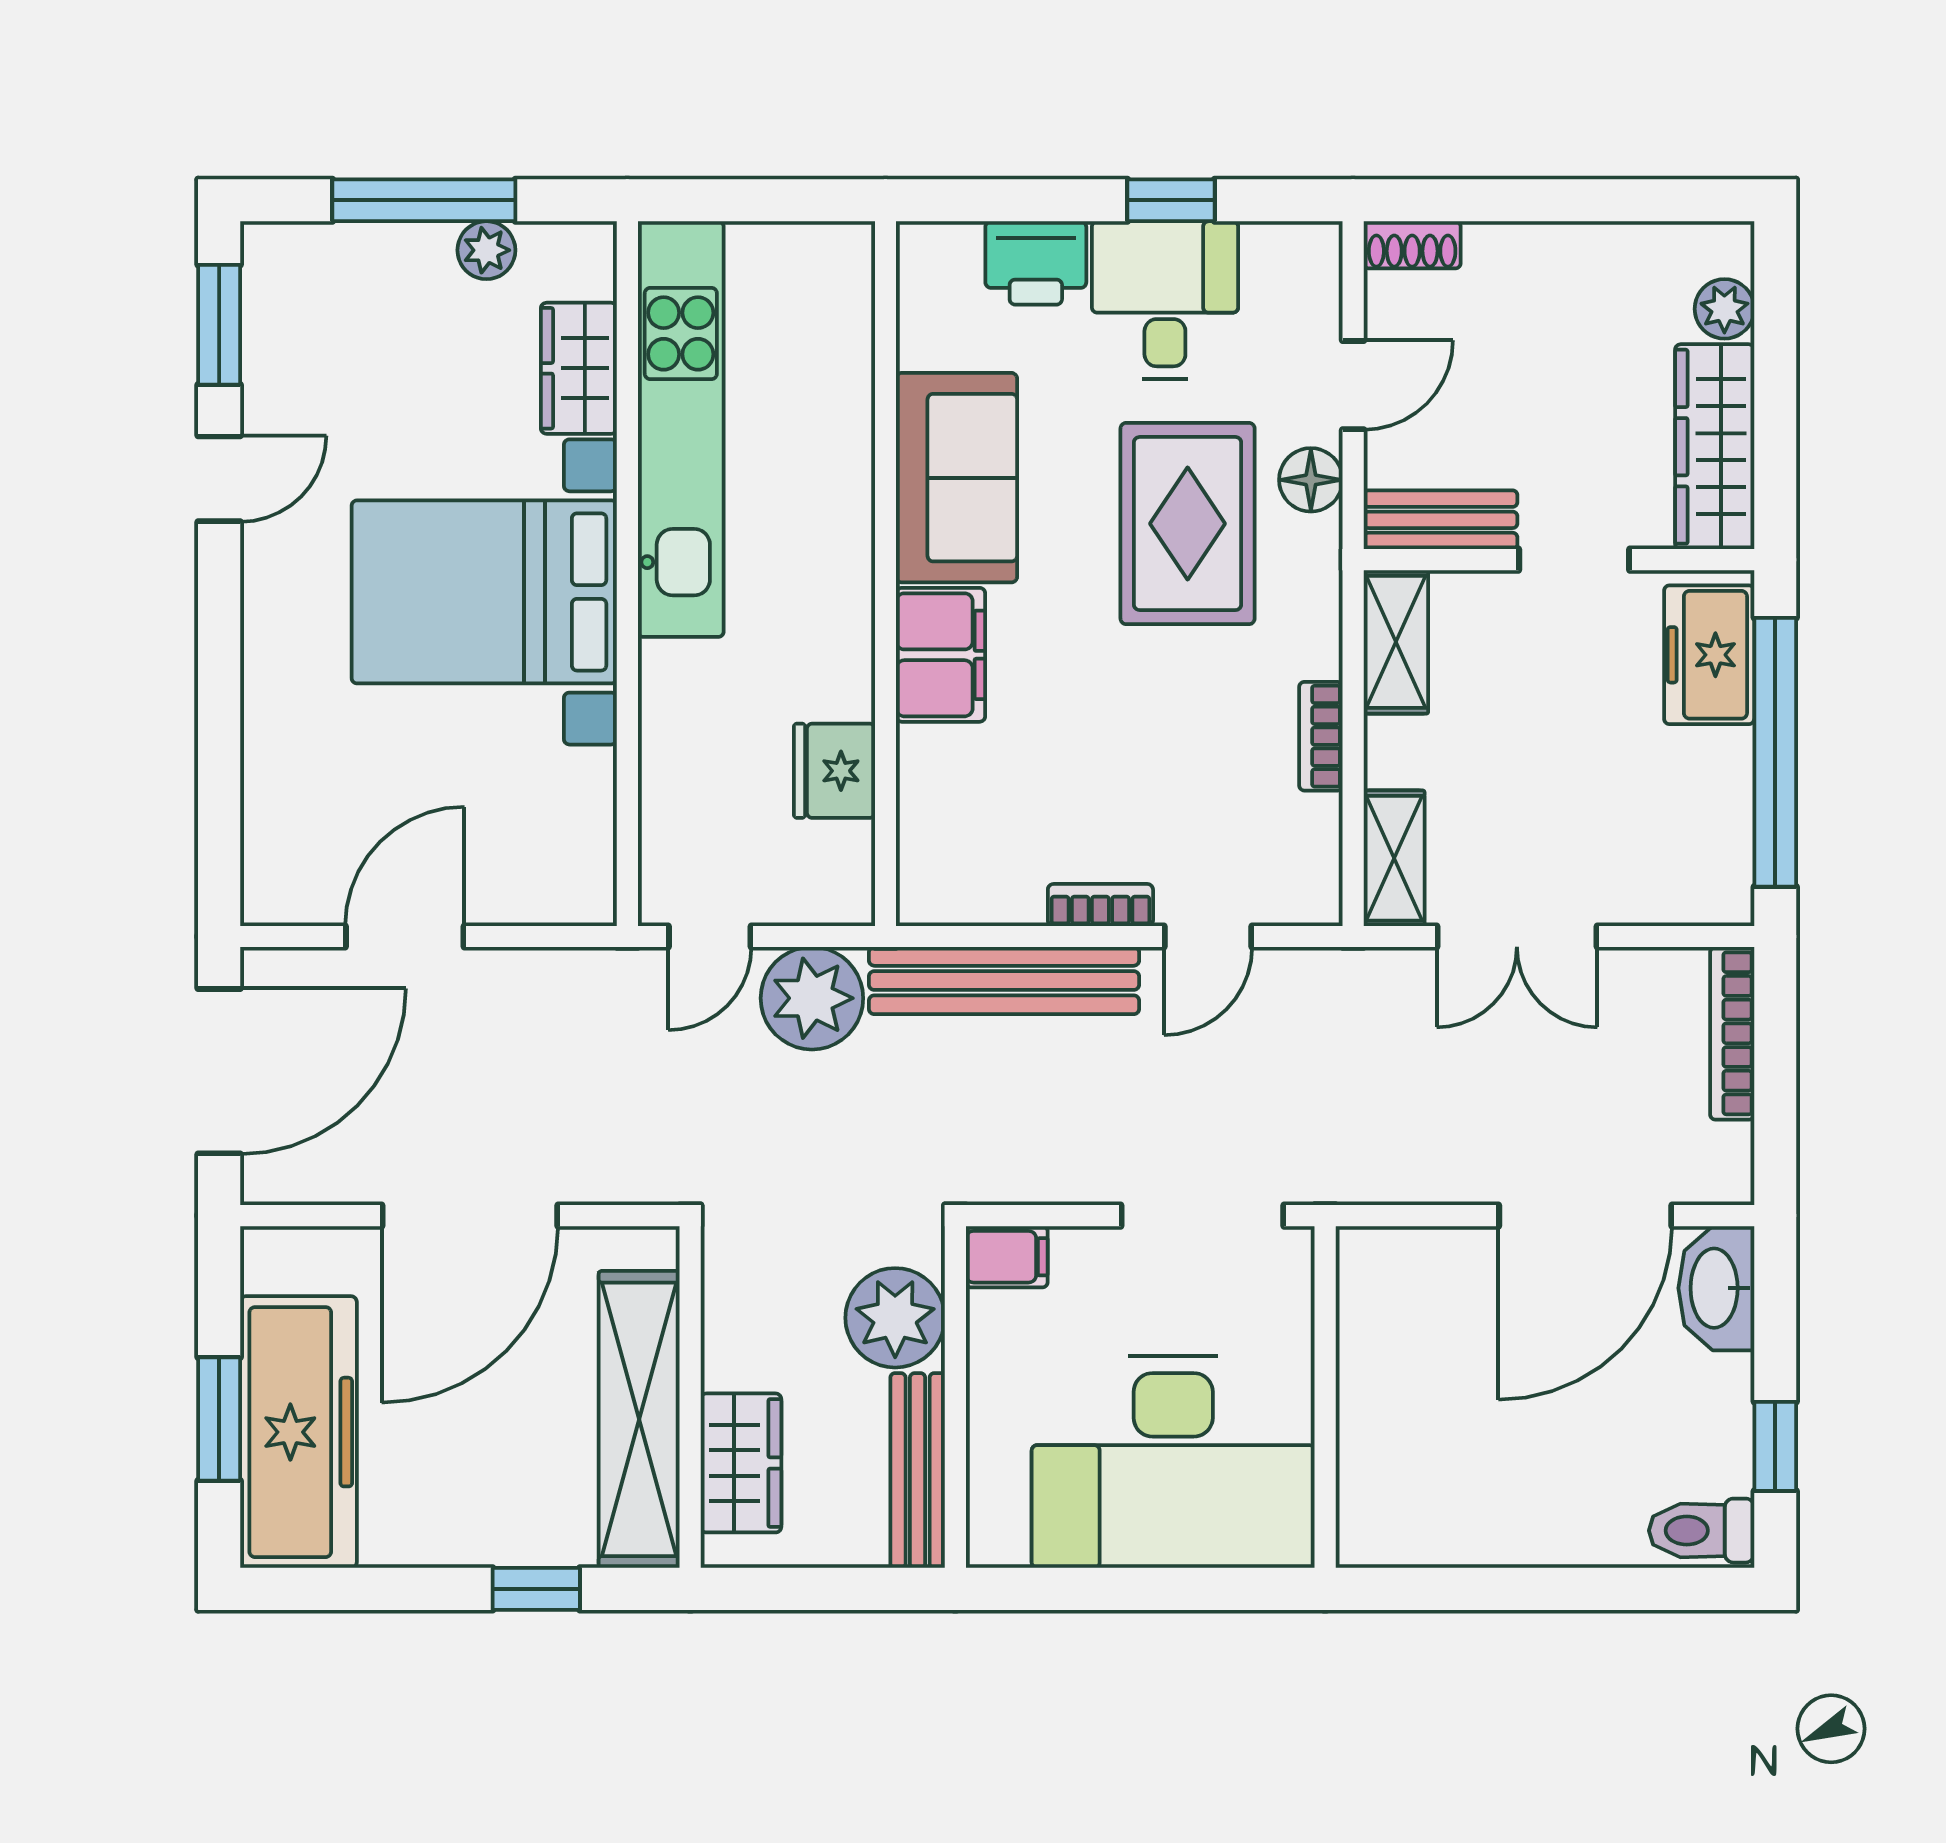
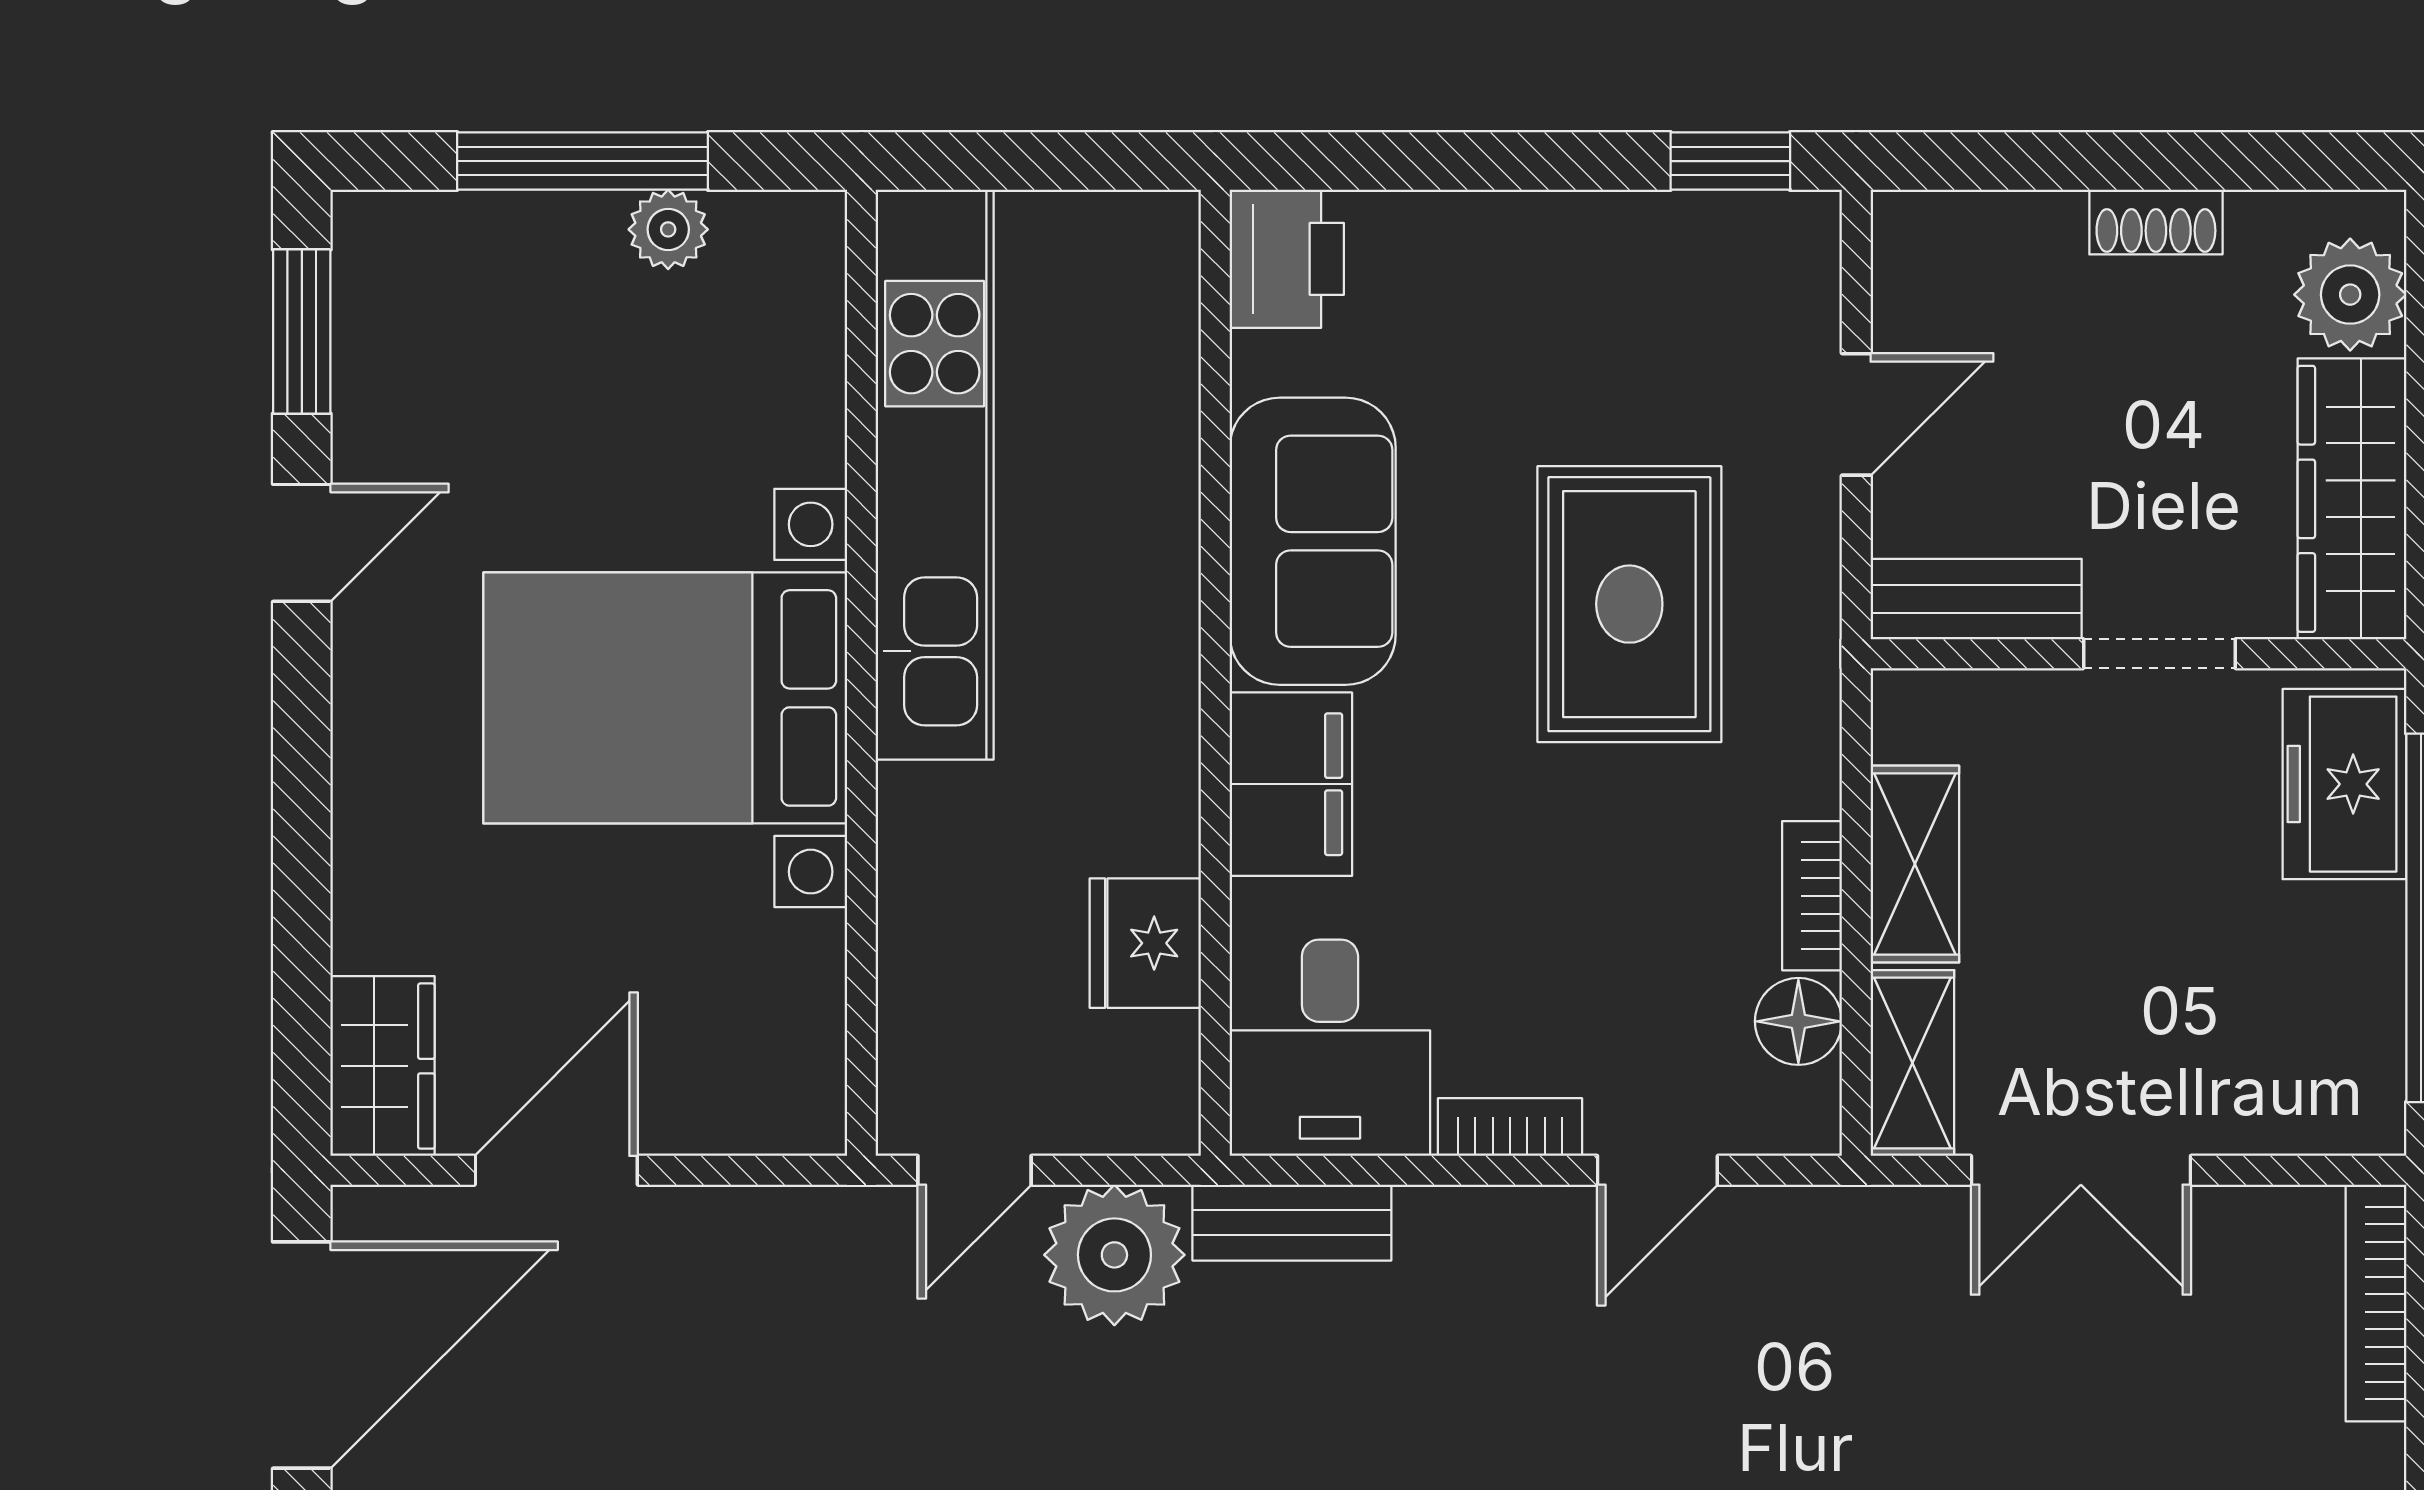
window: (1171, 200) -> (1730, 161), moved
shoe rack: (1412, 245) -> (2156, 222), moved
printer: (1036, 263) -> (1287, 259), moved, turned -90
desk: (1165, 300) -> (1330, 1048), moved, turned 180
plant: (1724, 309) -> (2350, 295), width x1.38, depth x1.38
wardrobe: (579, 368) -> (383, 1066), moved, turned 180
floor lamp: (1311, 480) -> (1798, 1021), moved
shelving: (1396, 642) -> (1915, 864), moved
bench: (1004, 981) -> (1292, 1223), width x0.54, depth x0.82

